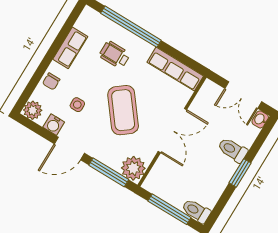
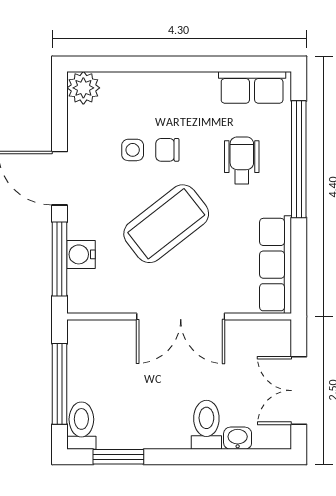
row of seats: (70, 48) -> (252, 87), moved
chair: (51, 81) -> (167, 150), moved
washbasin: (260, 119) -> (238, 438), moved
water cooler: (54, 125) -> (81, 254), moved
plant: (133, 168) -> (88, 292), removed
window: (240, 173) -> (118, 457), moved

